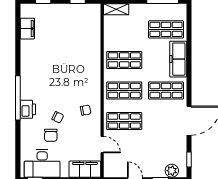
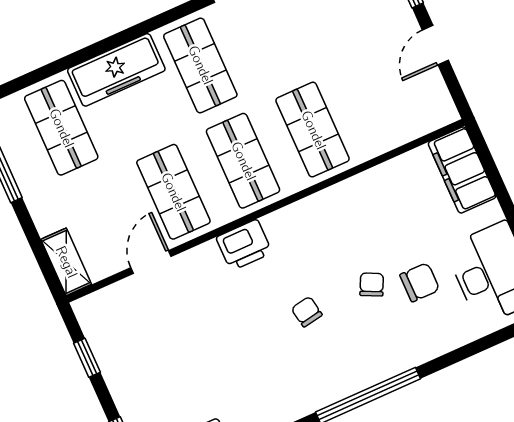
printer: (28, 109) -> (244, 245), moved, turned 180
chair: (86, 110) -> (307, 312), moved
door: (102, 145) -> (151, 262), moved

